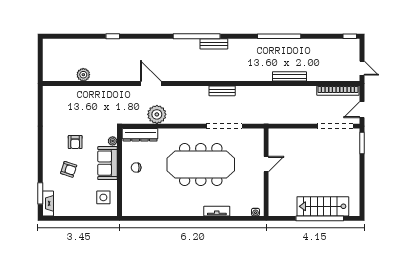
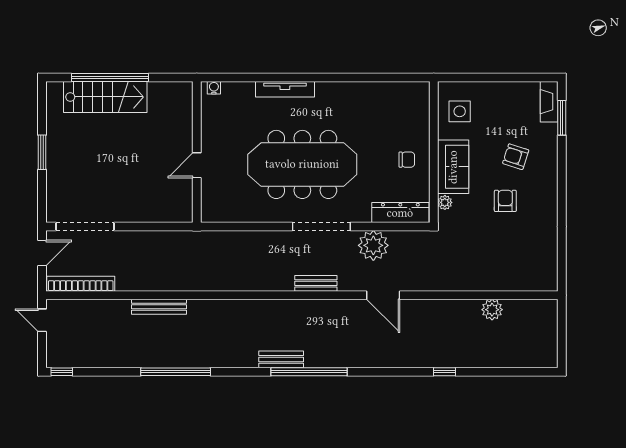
bench: (222, 91) -> (316, 283), moved
doorway: (224, 126) -> (321, 226), moved
window: (362, 143) -> (42, 152), moved
tv unit: (217, 211) -> (285, 89), width x1.41

